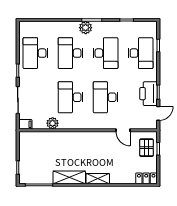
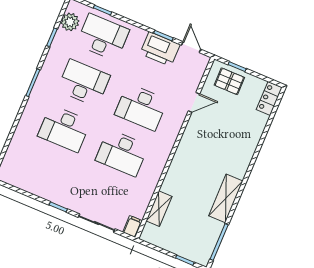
plant: (86, 28) -> (70, 22), moved
desk: (35, 53) -> (45, 174), removed
plant: (53, 123) -> (146, 191), removed
shelving: (98, 179) -> (159, 209), moved

